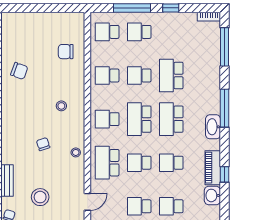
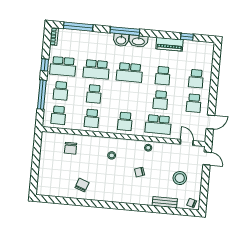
school desk: (139, 119) -> (63, 66), moved
window: (225, 174) -> (187, 37), moved
washbasin: (212, 195) -> (121, 40), moved

